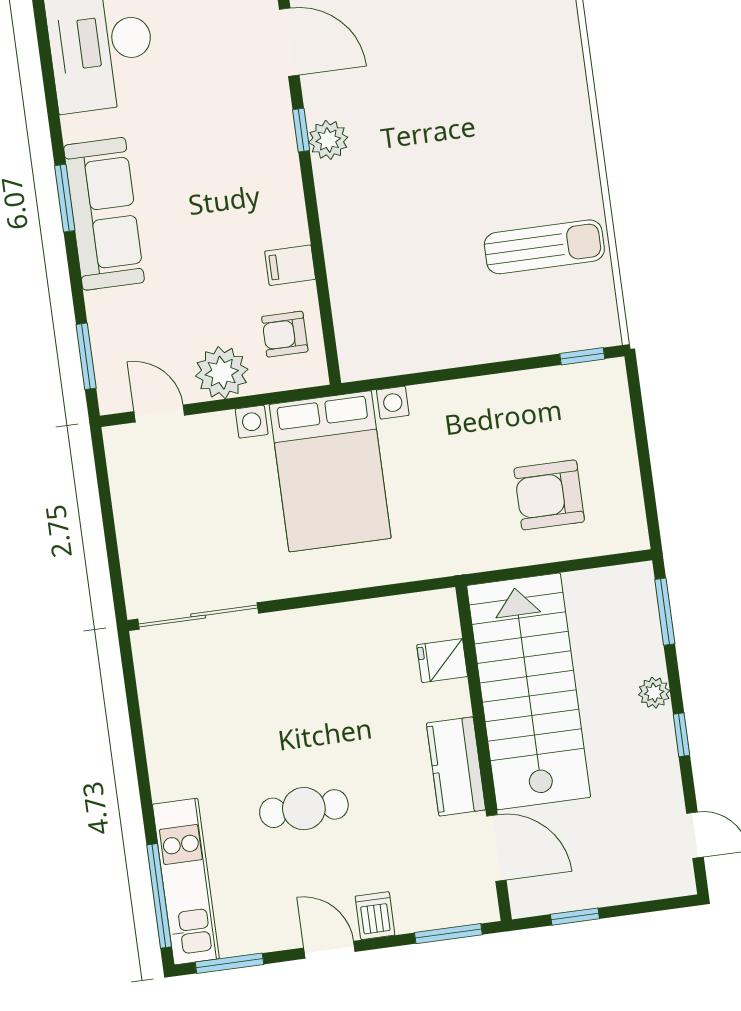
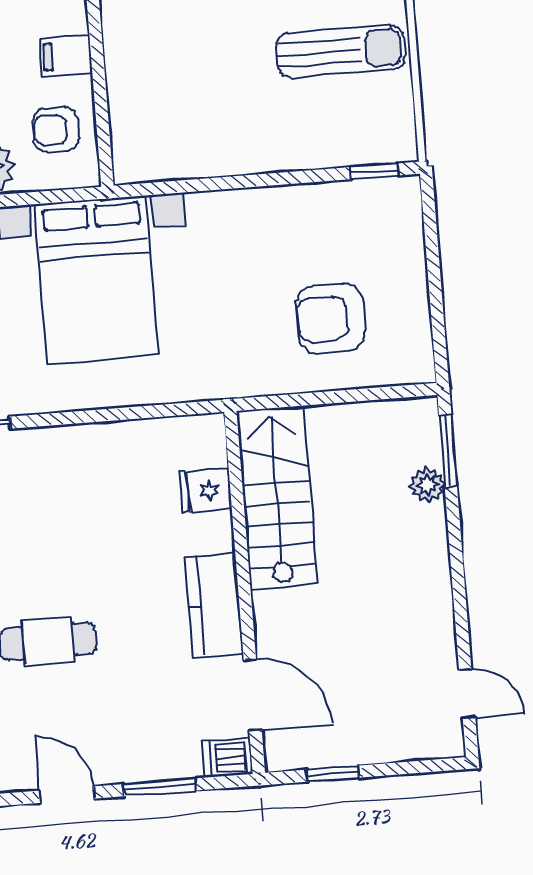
stairs: (529, 691) -> (277, 498), width x0.73, depth x0.66
plant: (654, 693) -> (427, 485), moved
window: (681, 735) -> (459, 584), removed
dishwasher: (375, 916) -> (228, 757), moved, turned -90
window: (448, 934) -> (160, 787), moved

